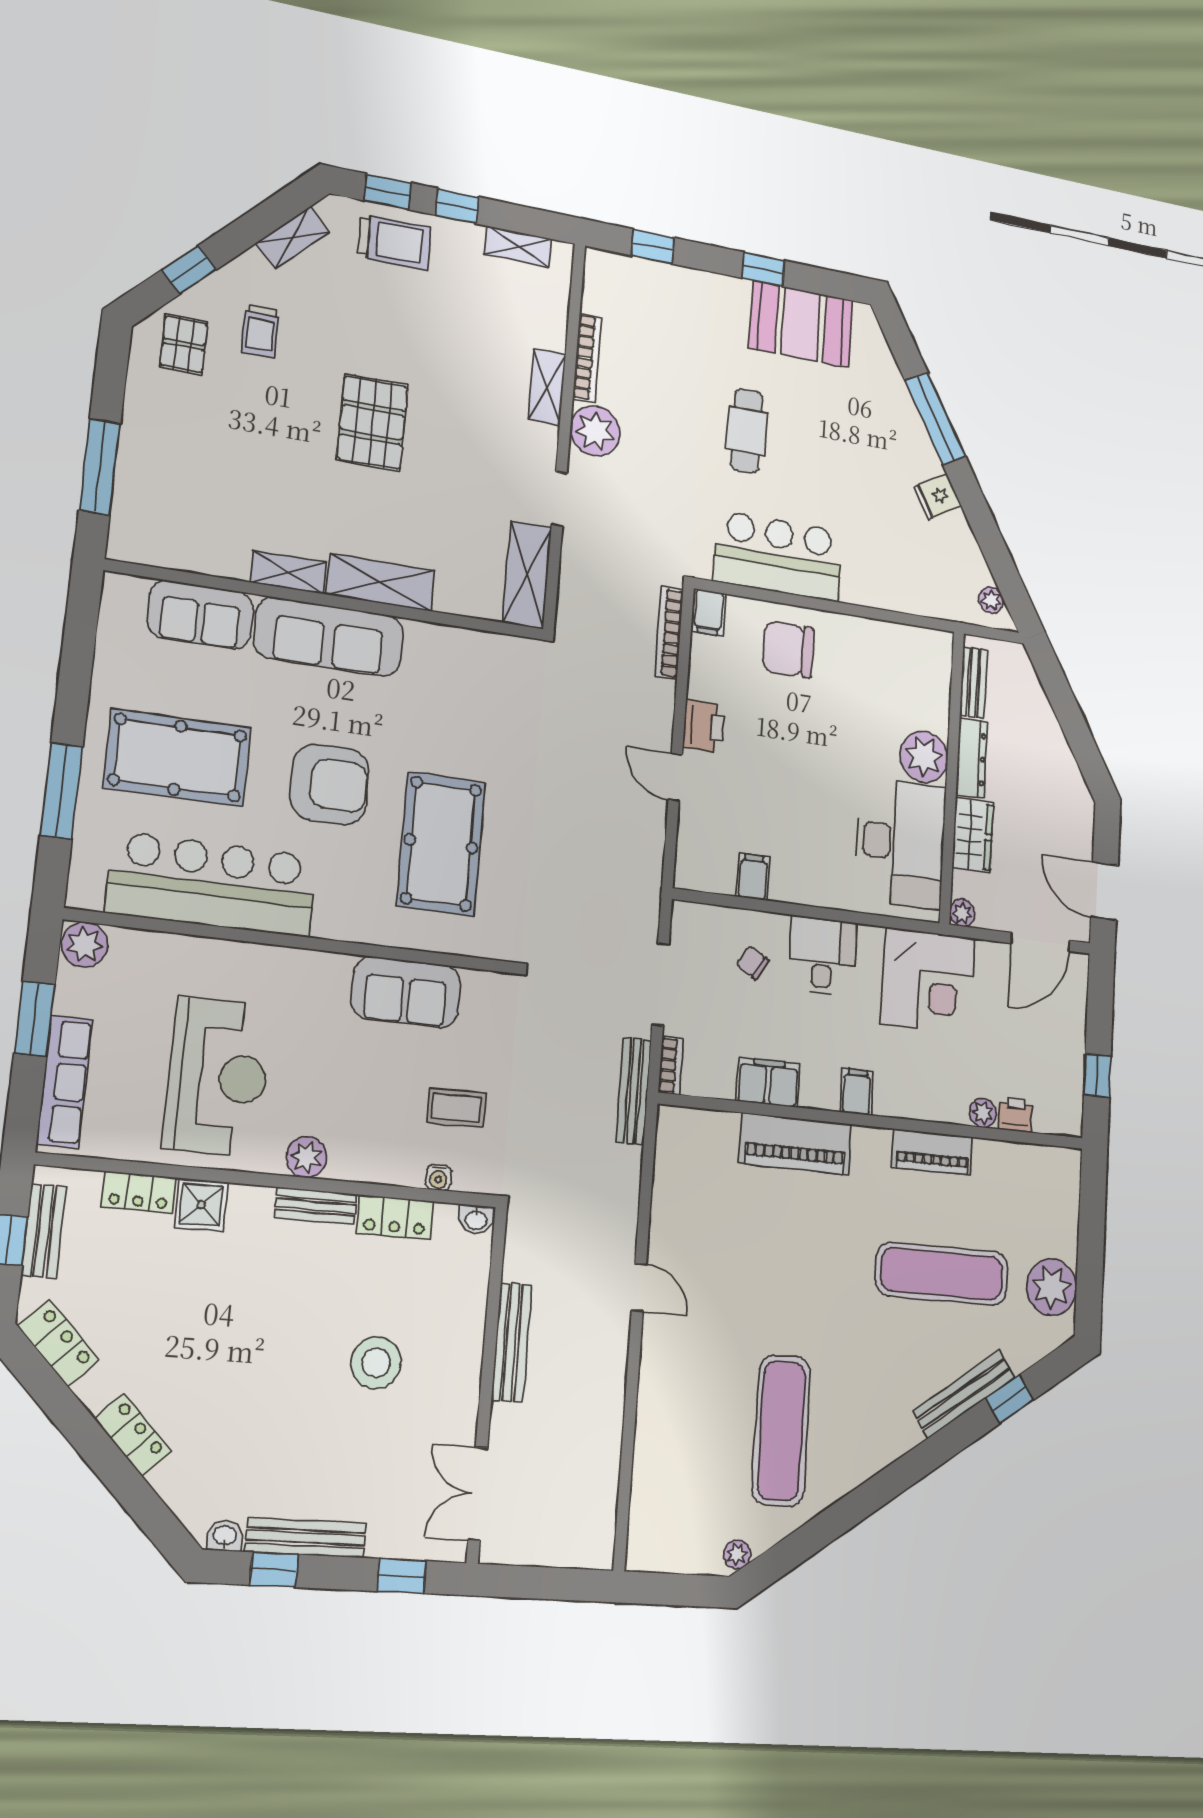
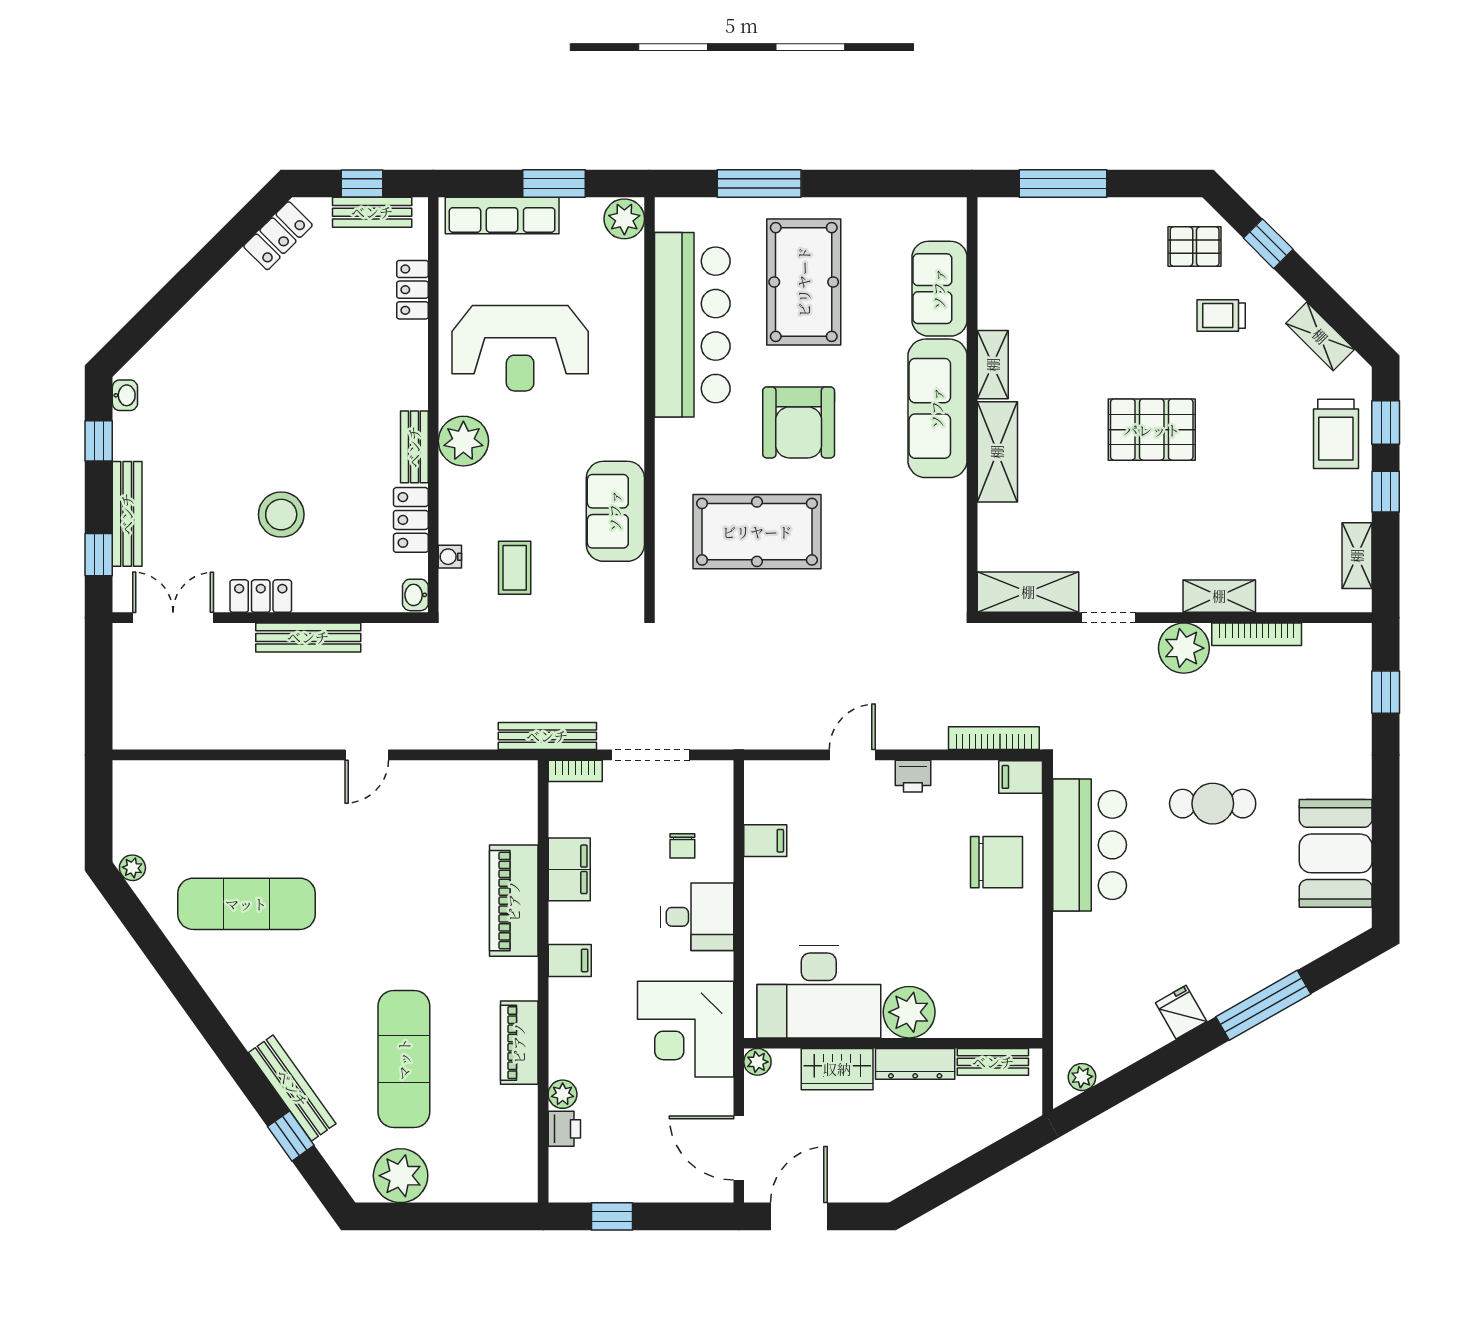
window: (763, 269) -> (1386, 810), removed
chair: (788, 649) -> (996, 862), turned 90
printer: (704, 726) -> (913, 776), width x0.73, depth x0.81
chair: (753, 962) -> (682, 846), turned 148
plant: (307, 1157) -> (463, 441), width x1.36, depth x1.36
shower: (201, 1205) -> (406, 345), removed
locker: (133, 1435) -> (261, 596), moved, turned -135
bench: (306, 1538) -> (127, 514), moved

